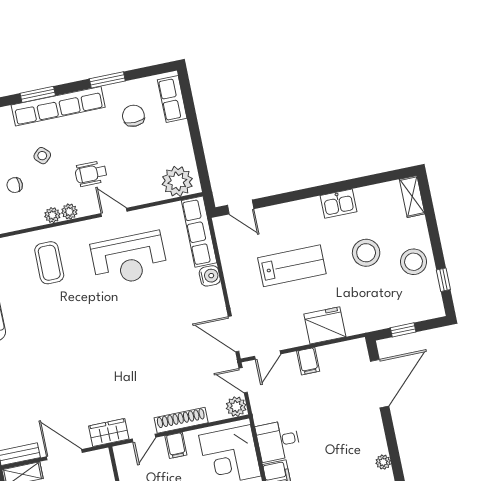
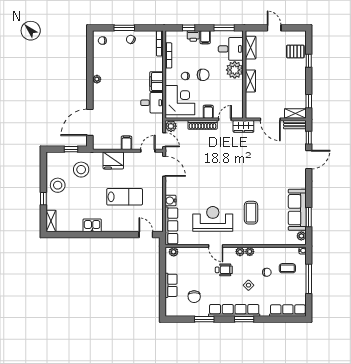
row of seats: (172, 99) -> (171, 285), moved
plant: (177, 181) -> (174, 252), width x0.53, depth x0.53
stool: (366, 253) -> (81, 170), moved
coffee table: (49, 263) -> (251, 213), moved
lab bench: (292, 266) -> (125, 197), turned 180
window: (443, 280) -> (43, 199), moved

